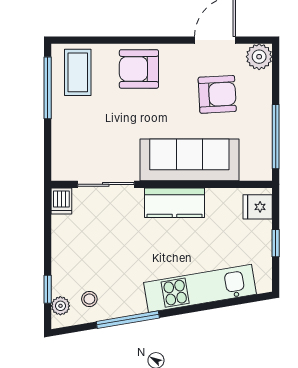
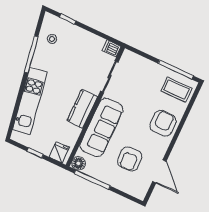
plant: (259, 57) -> (139, 191), removed
floor lamp: (261, 169) -> (78, 163), added
plant: (60, 306) -> (56, 22), removed

